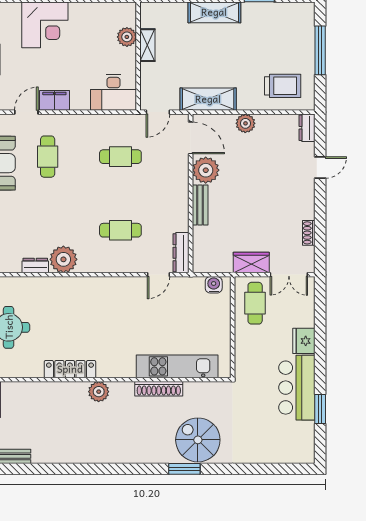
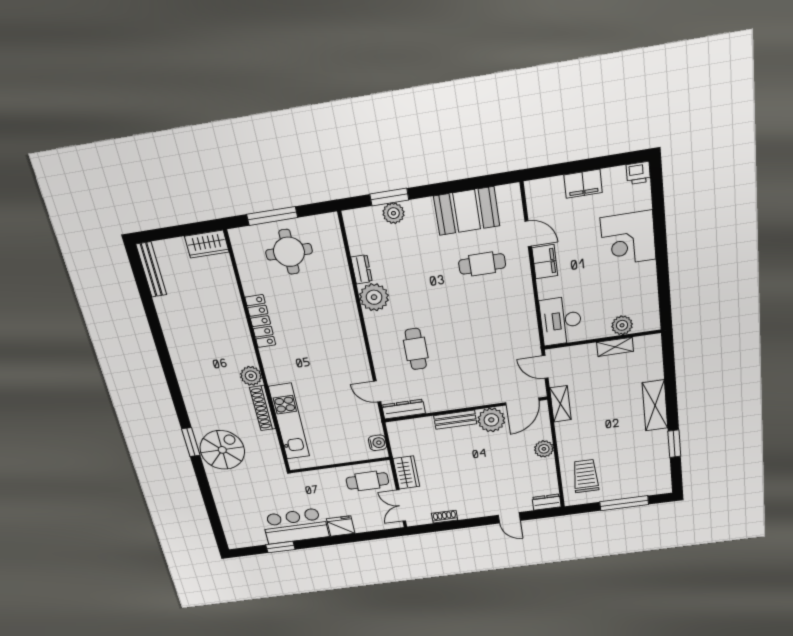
trolley: (283, 86) -> (586, 476), turned 180
shelving: (208, 99) -> (560, 404), width x0.67, depth x0.75
cafe table: (120, 157) -> (493, 338), removed
plant: (99, 392) -> (251, 376), moved

